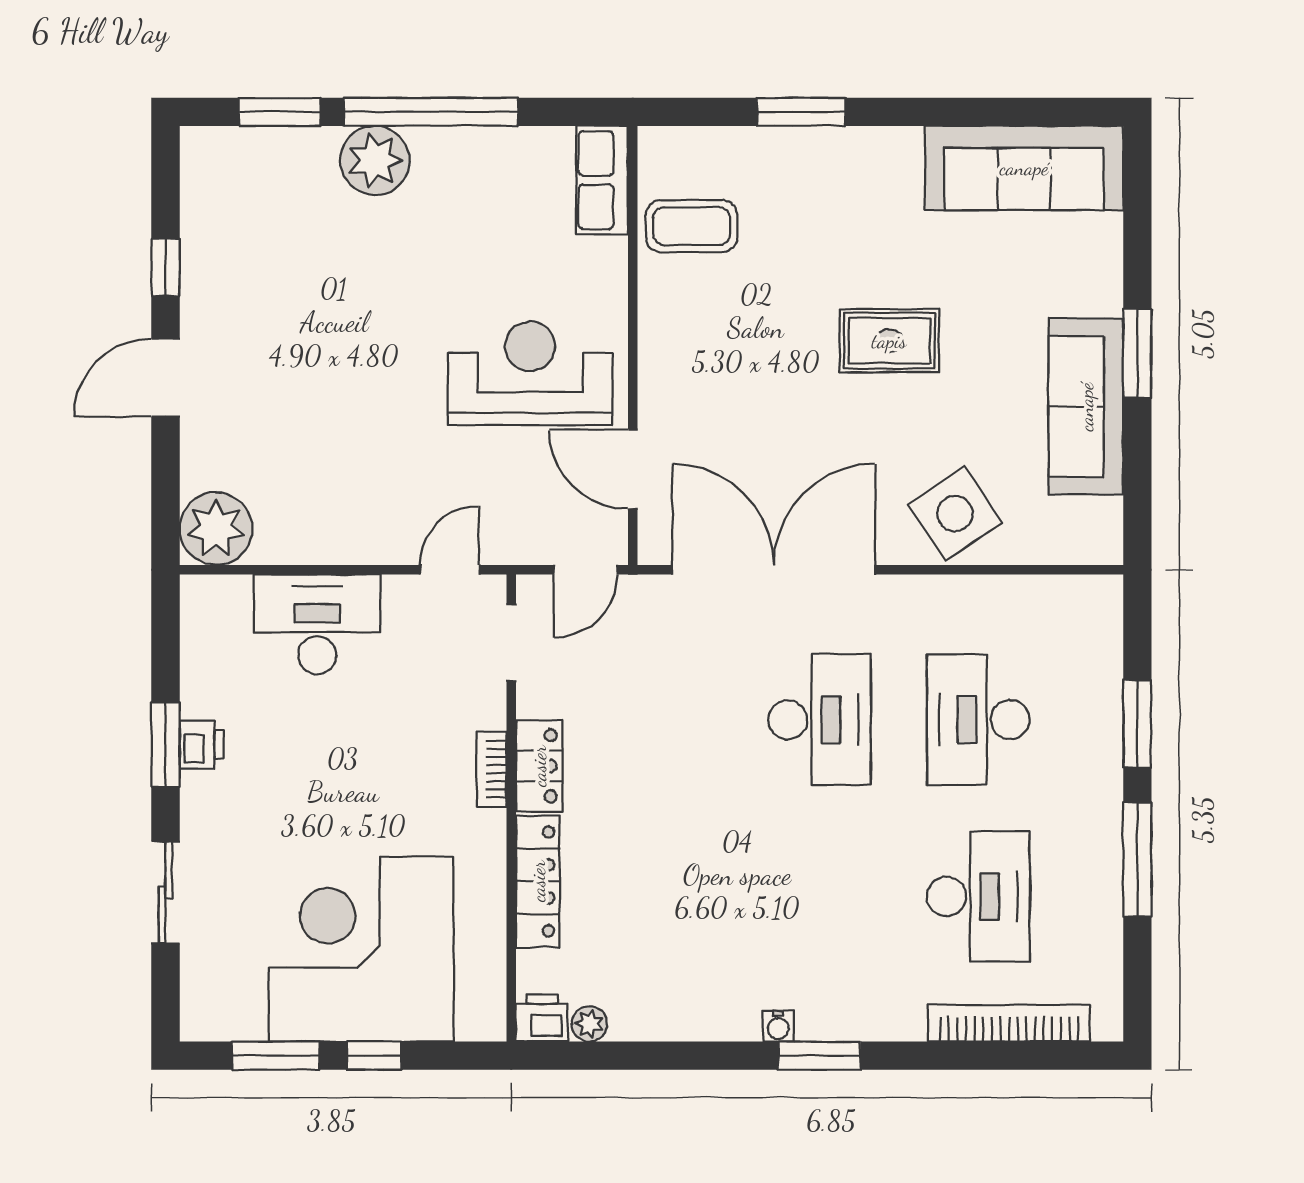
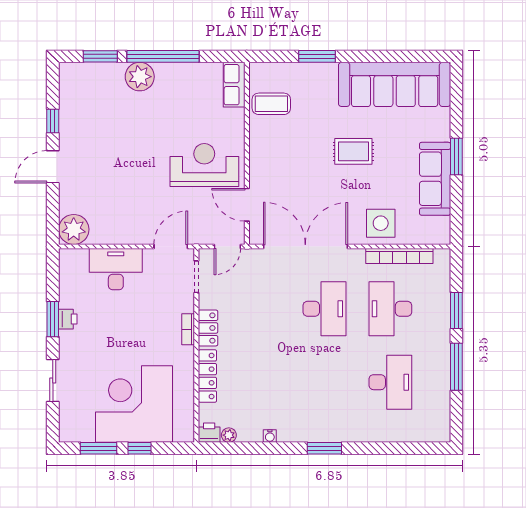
sofa: (1024, 168) -> (395, 84), width x1.36, depth x1.27
side table: (955, 514) -> (381, 223), turned 34
door: (450, 570) -> (171, 247), width x1.38
bookcase: (1009, 1023) -> (399, 256), moved, turned 180
water cooler: (778, 1026) -> (270, 436), moved

